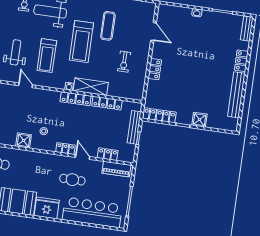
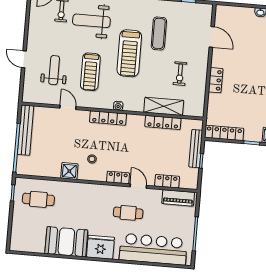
shelving: (91, 87) -> (164, 106), moved
locker: (76, 99) -> (108, 118), moved

